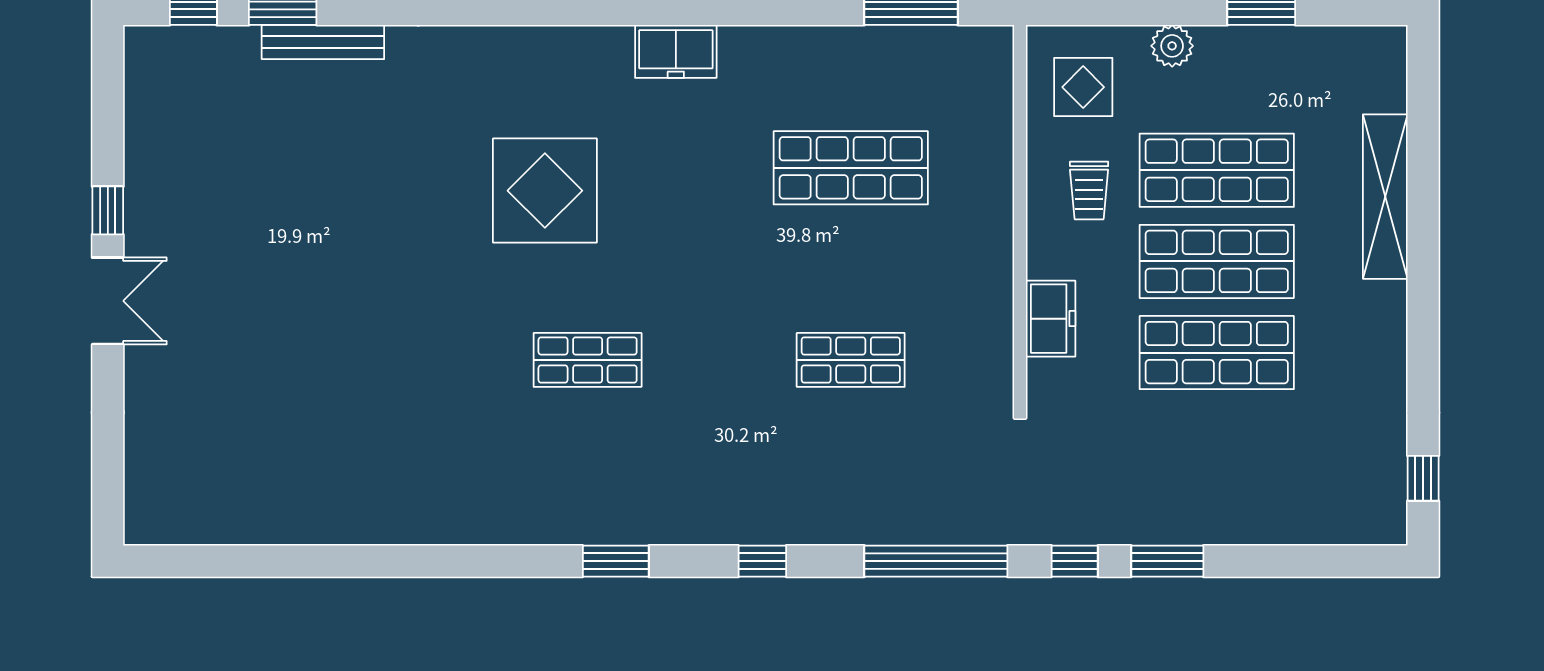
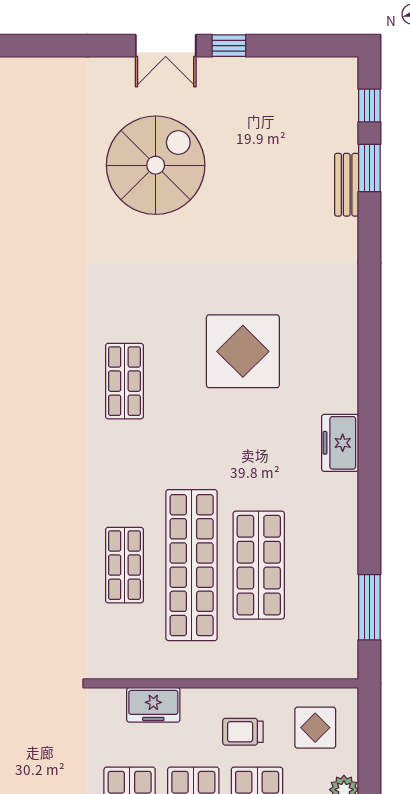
bench: (323, 42) -> (347, 185), width x0.73
shop shelf: (851, 264) -> (192, 565), added
spiral stairs: (279, 315) -> (156, 165), added

